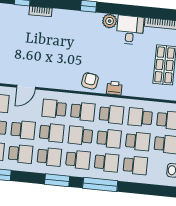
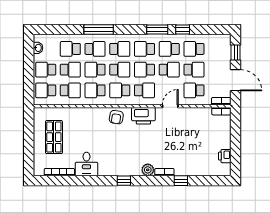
plant: (110, 21) -> (148, 170), moved
printer: (114, 88) -> (143, 116), moved, width x1.87, depth x1.48
school desk: (23, 130) -> (169, 70), turned 180
school desk: (138, 141) -> (70, 70), turned 180
school desk: (78, 160) -> (120, 49), turned 180
school desk: (107, 162) -> (95, 49), turned 180
window: (57, 180) -> (157, 30), moved

